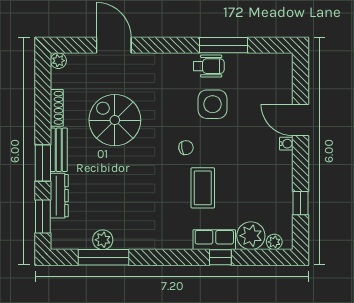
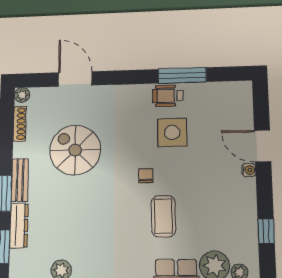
wheelchair: (209, 66) -> (168, 96), turned 180
shoe rack: (57, 108) -> (20, 124), moved
chair: (186, 148) -> (146, 176), turned -82

